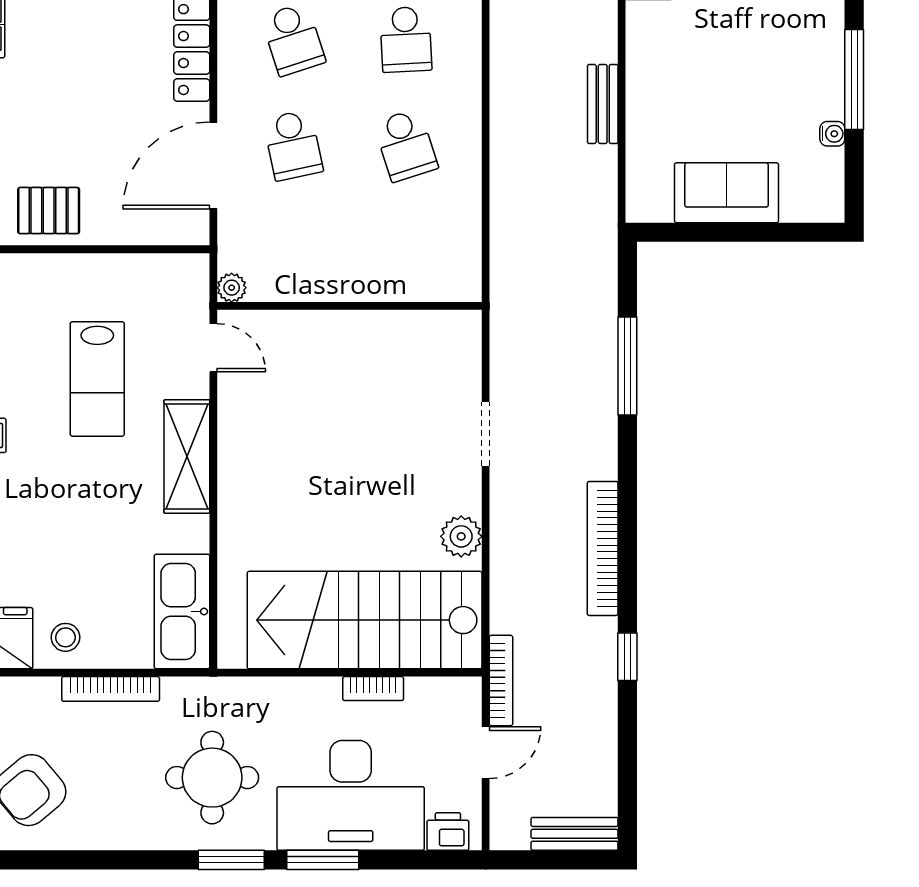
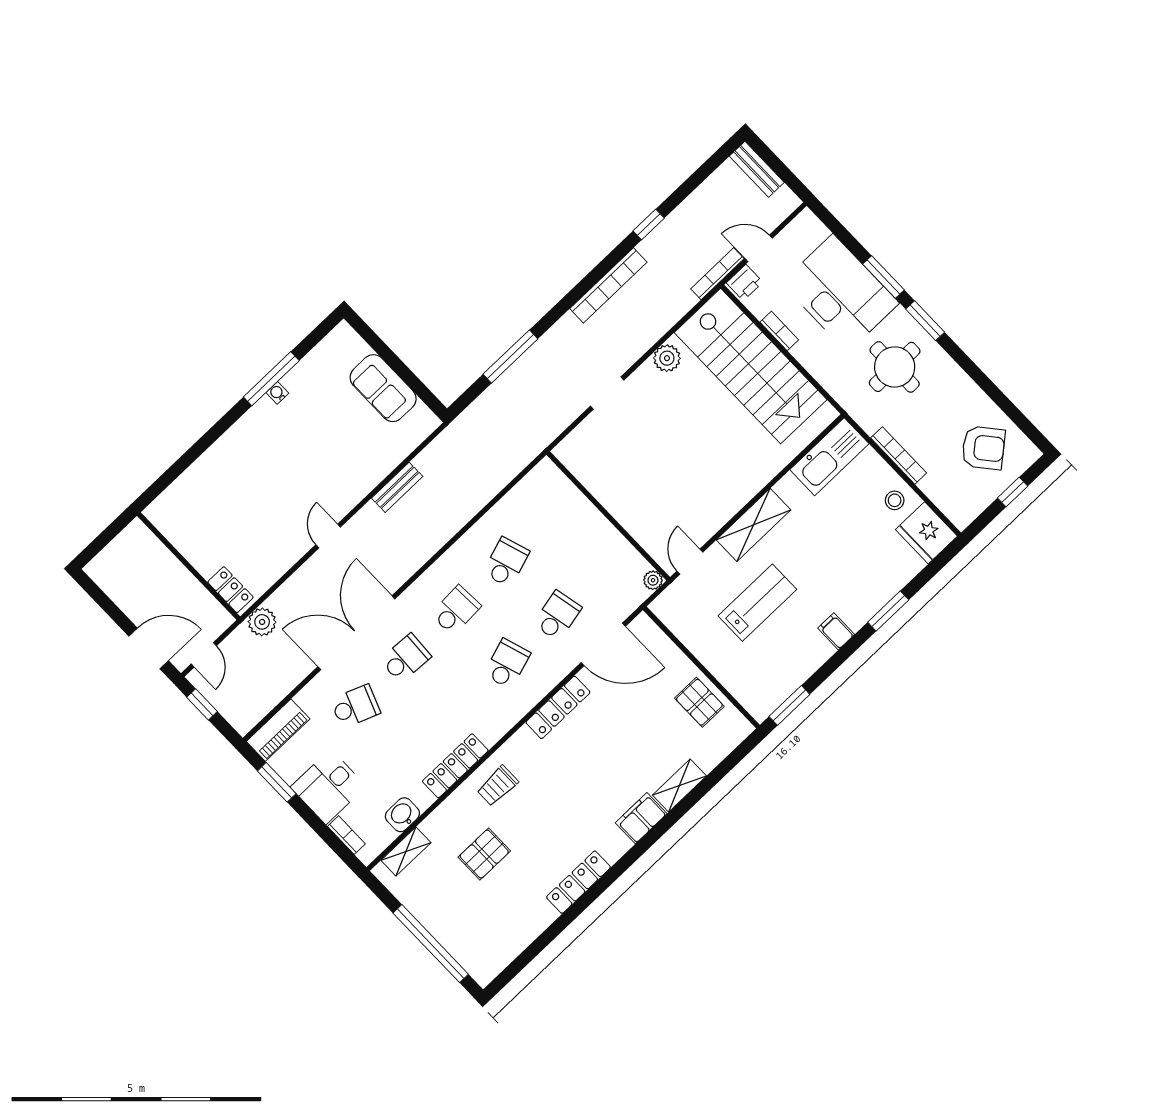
water cooler: (832, 134) -> (277, 393), moved
printer: (448, 831) -> (745, 282), moved, turned -90

